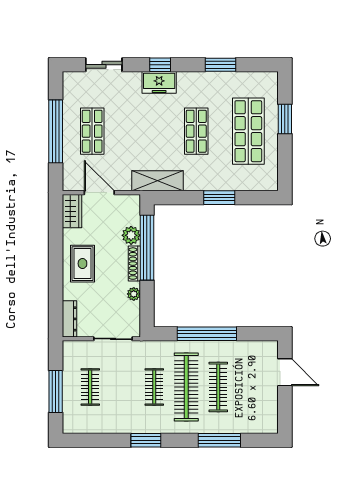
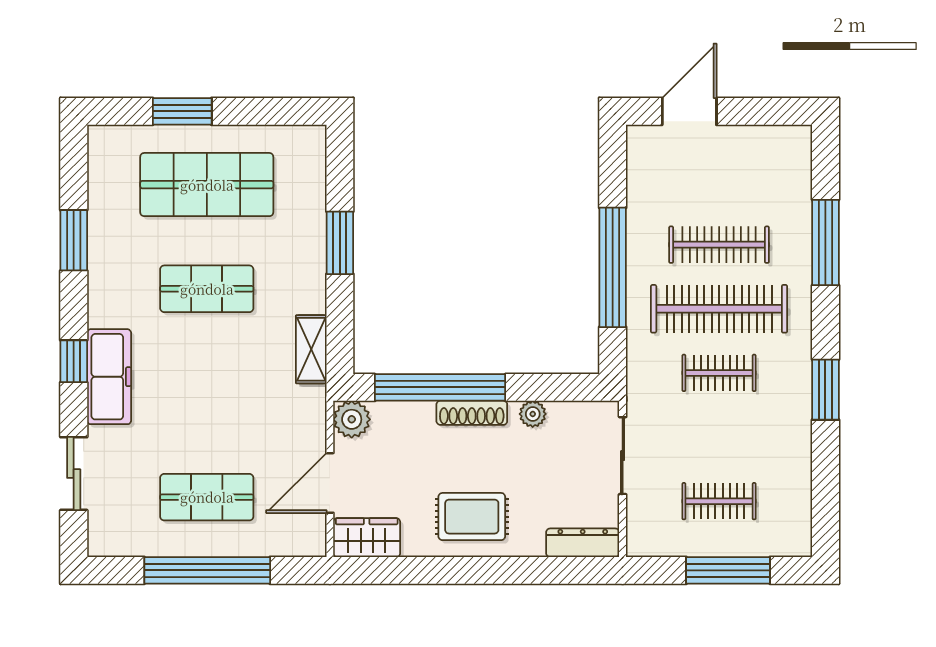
freezer: (159, 82) -> (109, 377), width x1.40
shelving: (158, 181) -> (311, 349), width x0.67, depth x0.75
plant: (131, 235) -> (352, 419), moved

